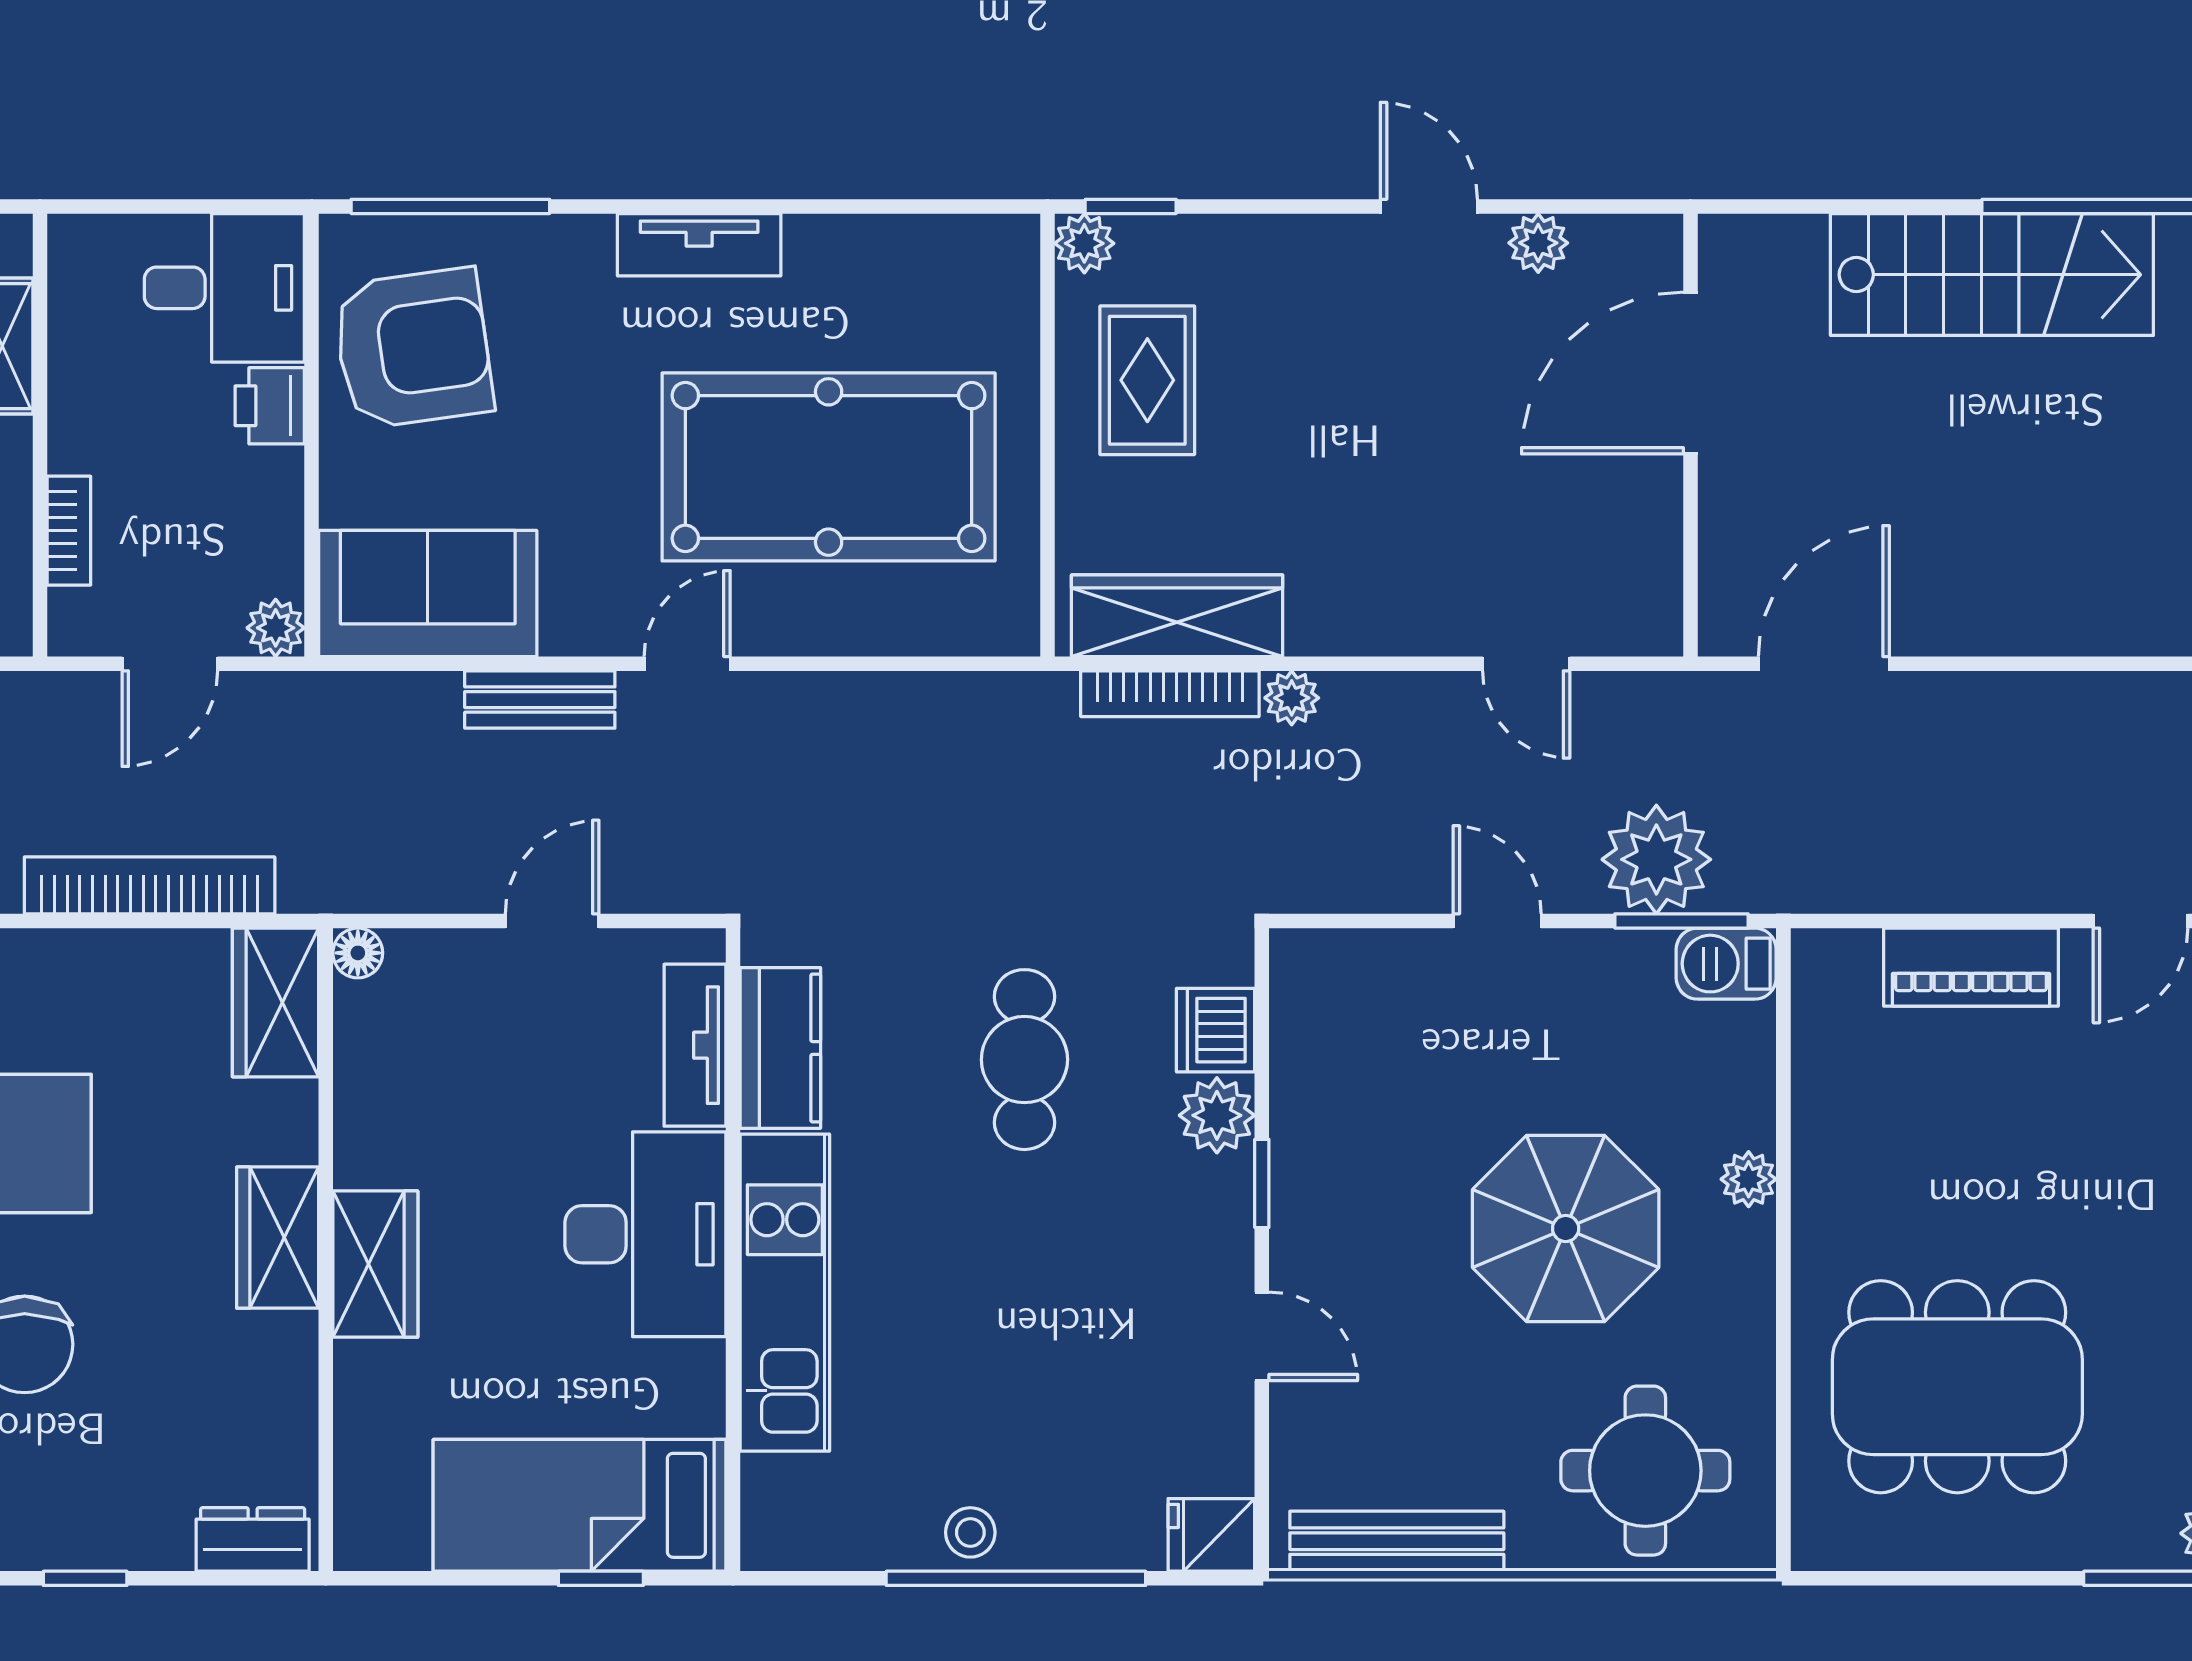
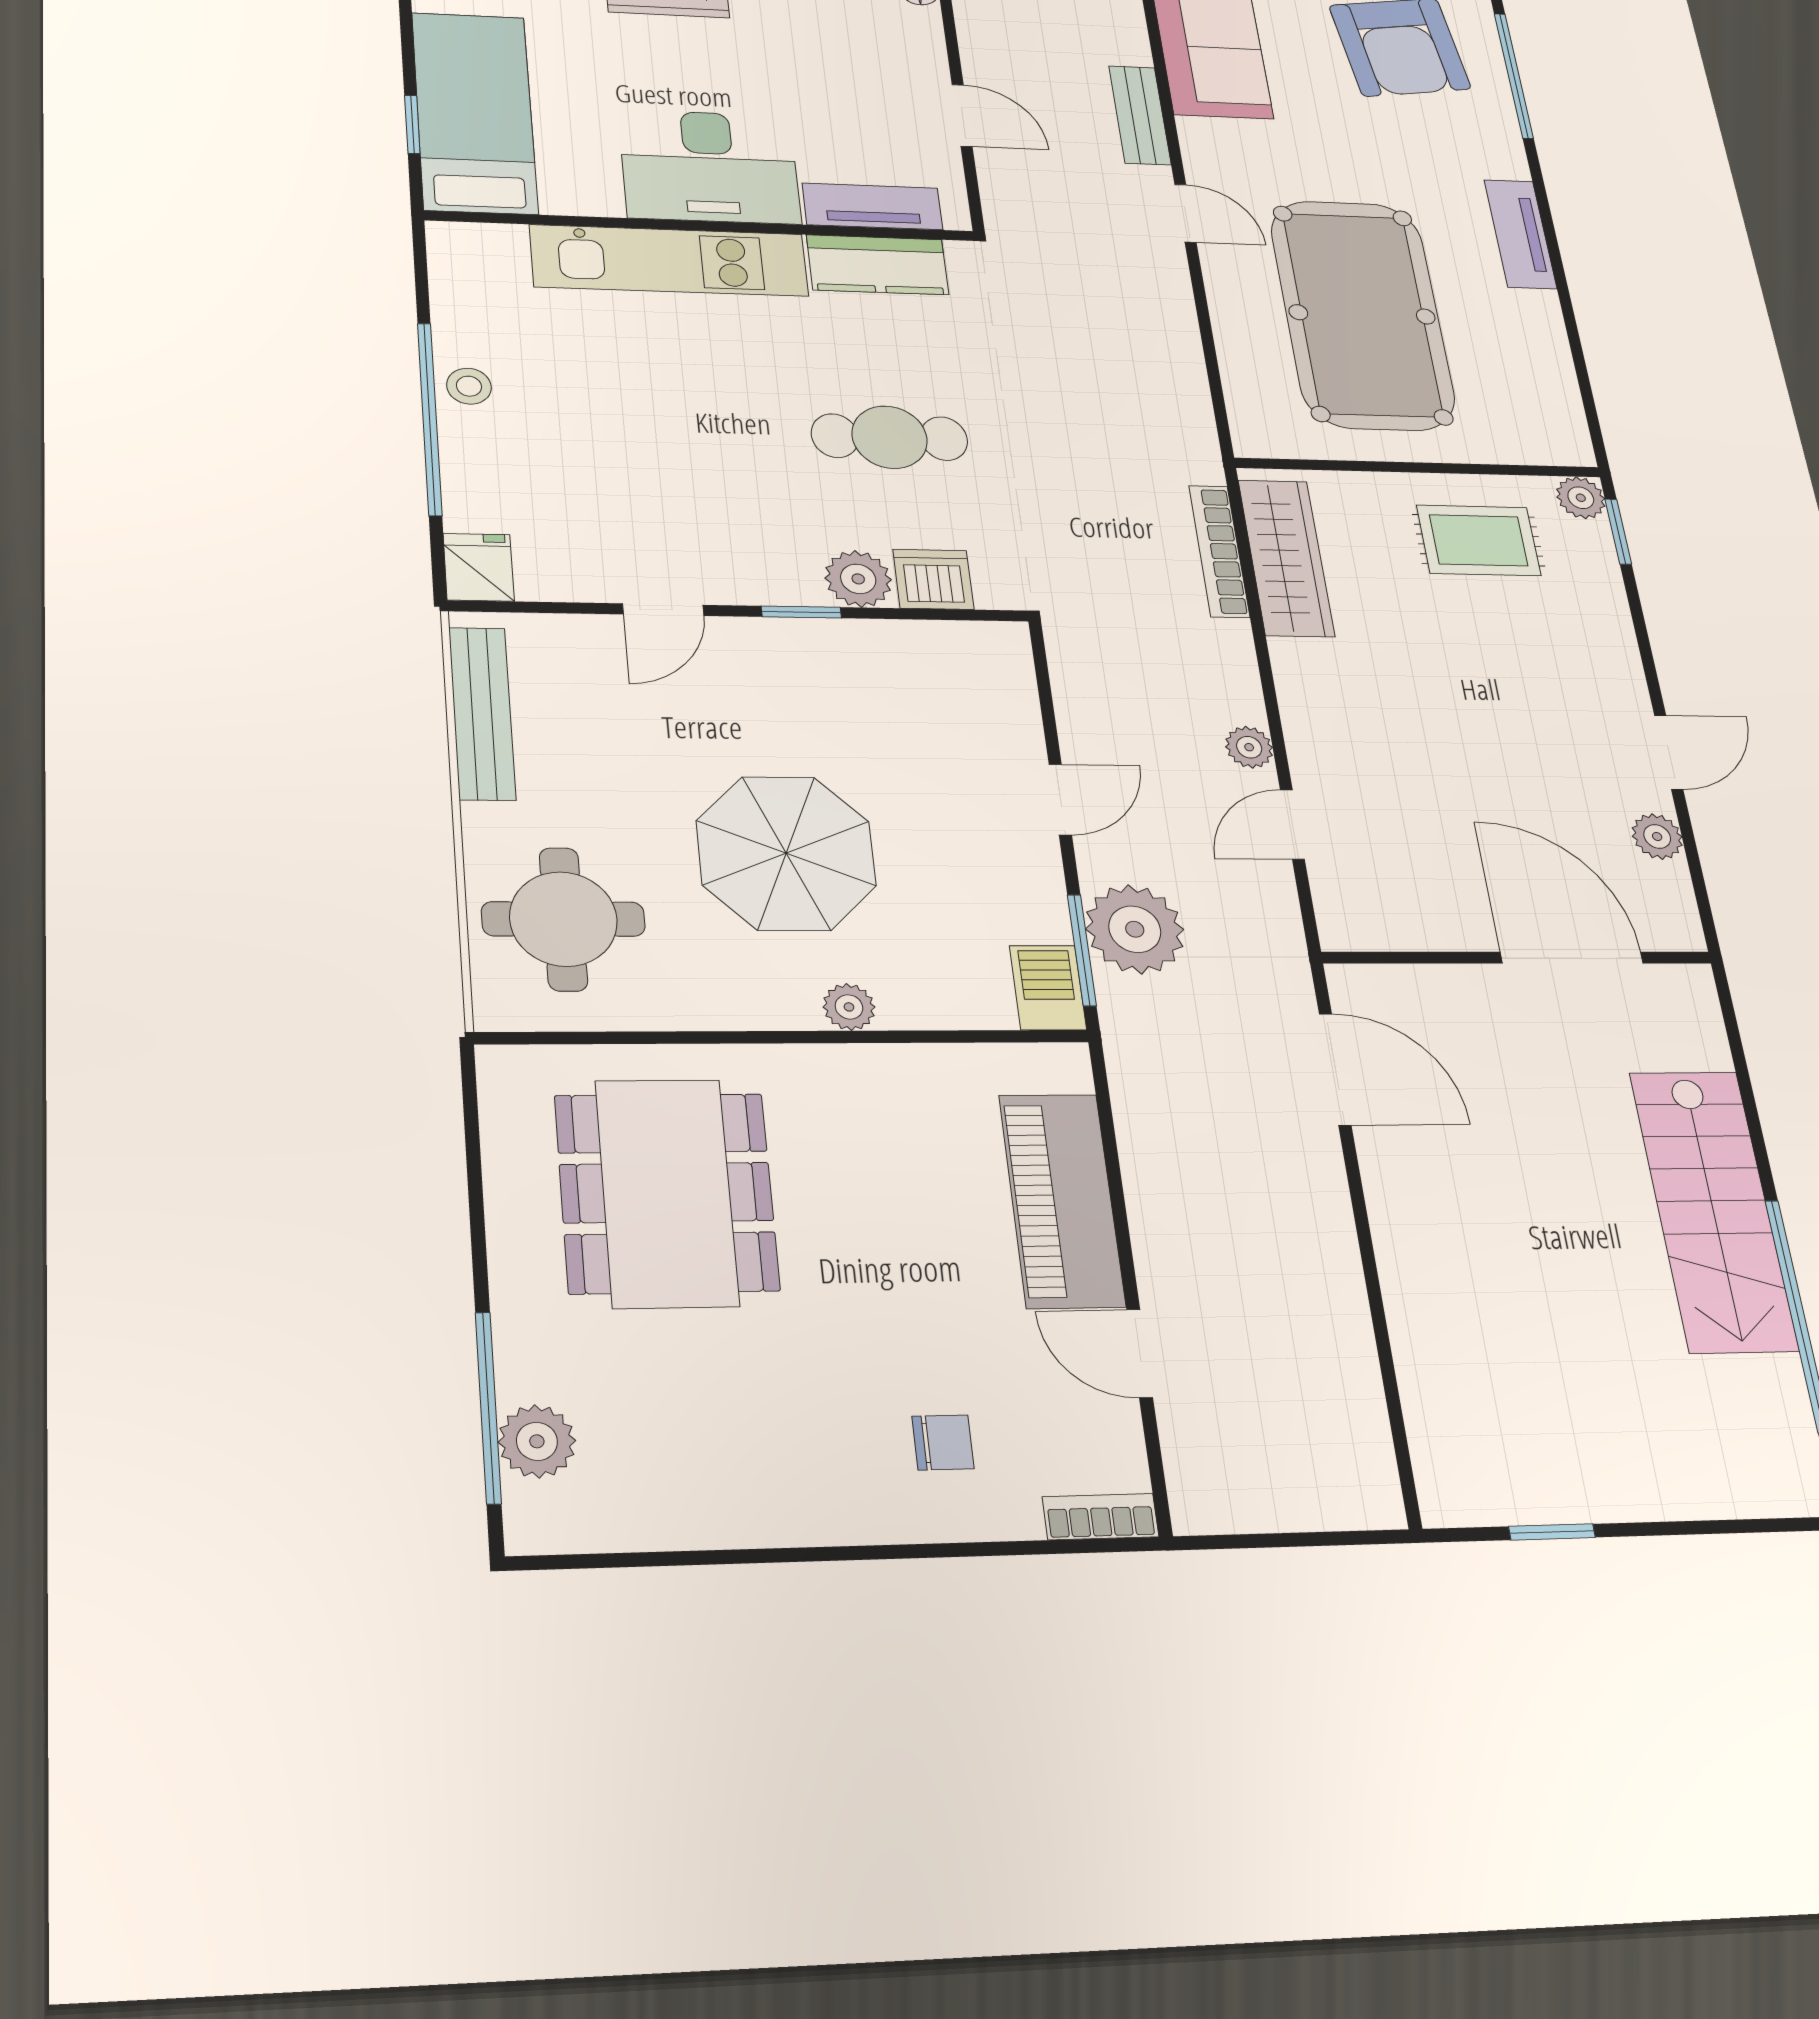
plant: (1292, 698) -> (1249, 747), moved
piano: (1971, 967) -> (1062, 1200), width x1.37, depth x1.33

